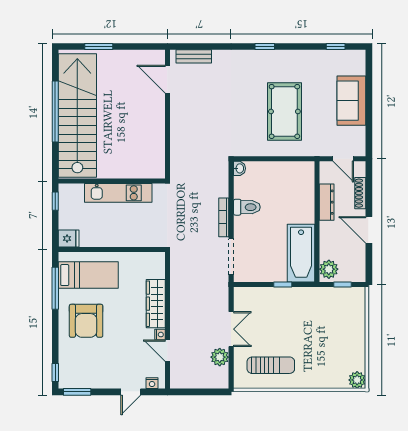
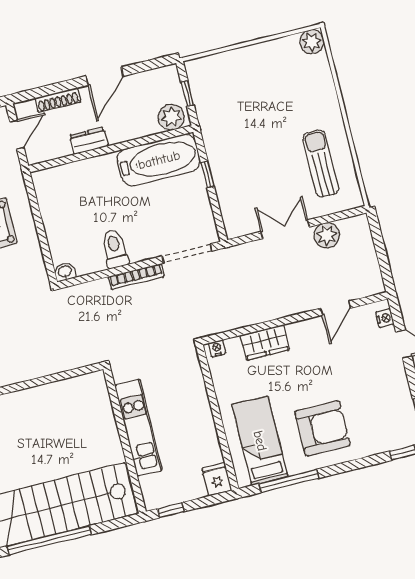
dresser: (327, 202) -> (89, 141), width x0.70
wardrobe: (156, 304) -> (265, 343), width x0.67
nightstand: (160, 335) -> (217, 348), moved

